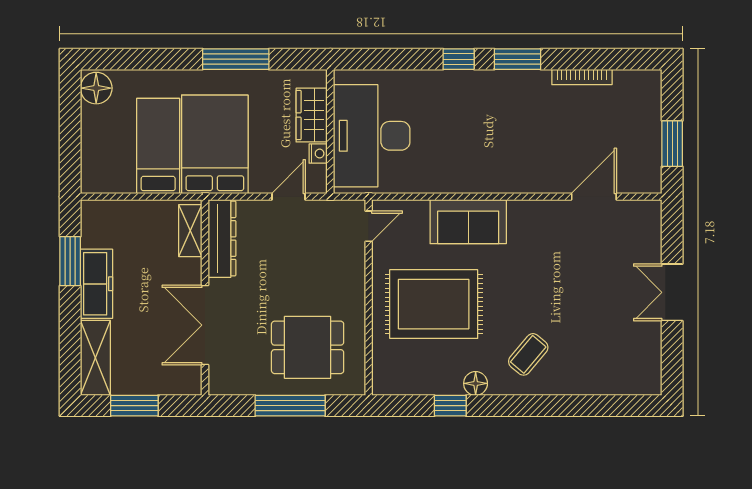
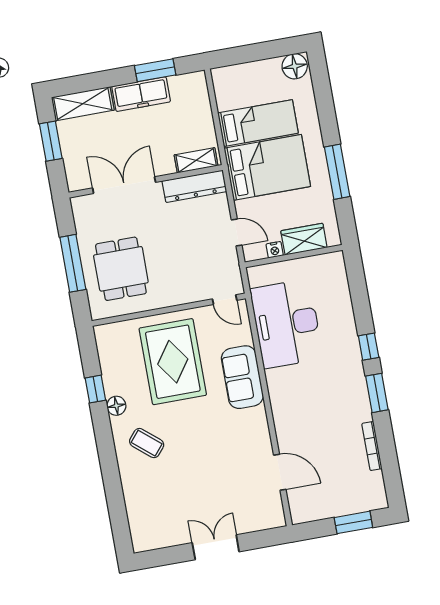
desk: (372, 136) -> (287, 324), moved, turned -90
window: (672, 144) -> (353, 522), moved

